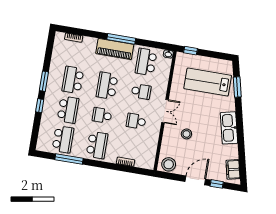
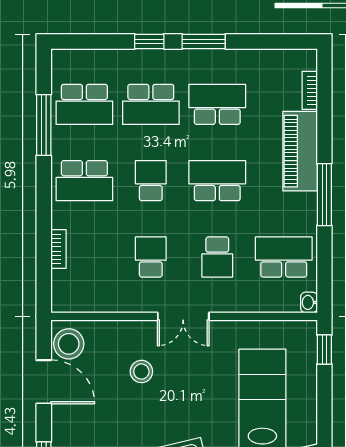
piano: (115, 49) -> (300, 151), moved
door: (195, 180) -> (44, 382), moved

